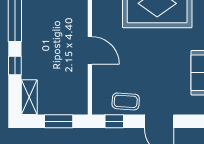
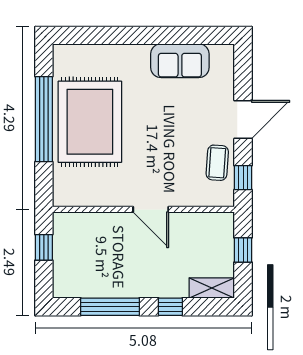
door: (90, 50) -> (151, 209), swing flipped
window: (59, 121) -> (243, 250), width x0.67

